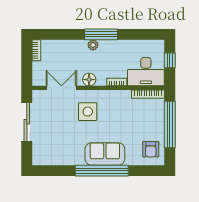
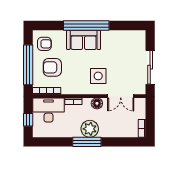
plant: (93, 45) -> (90, 129), width x1.87, depth x1.87
armchair: (141, 122) -> (52, 67), added
armchair: (151, 149) -> (44, 44), turned 90

